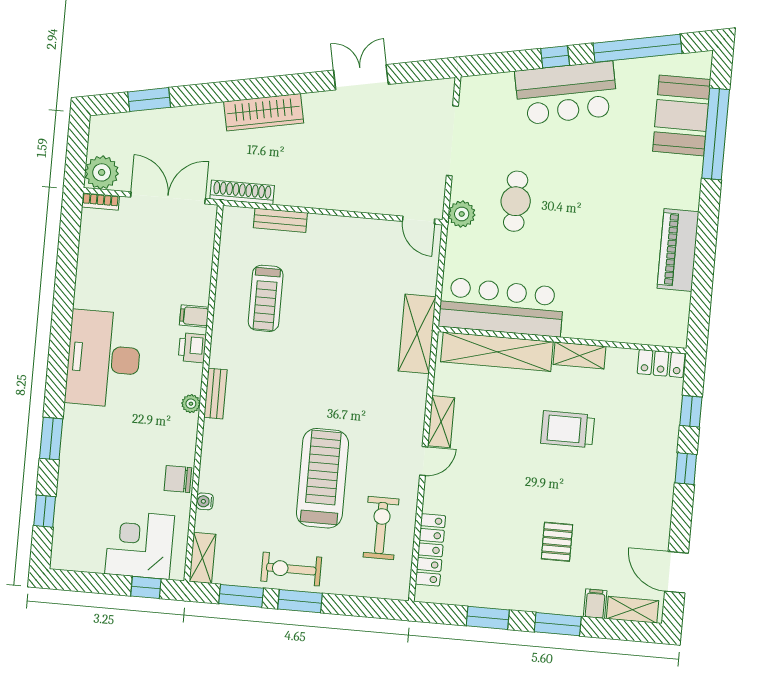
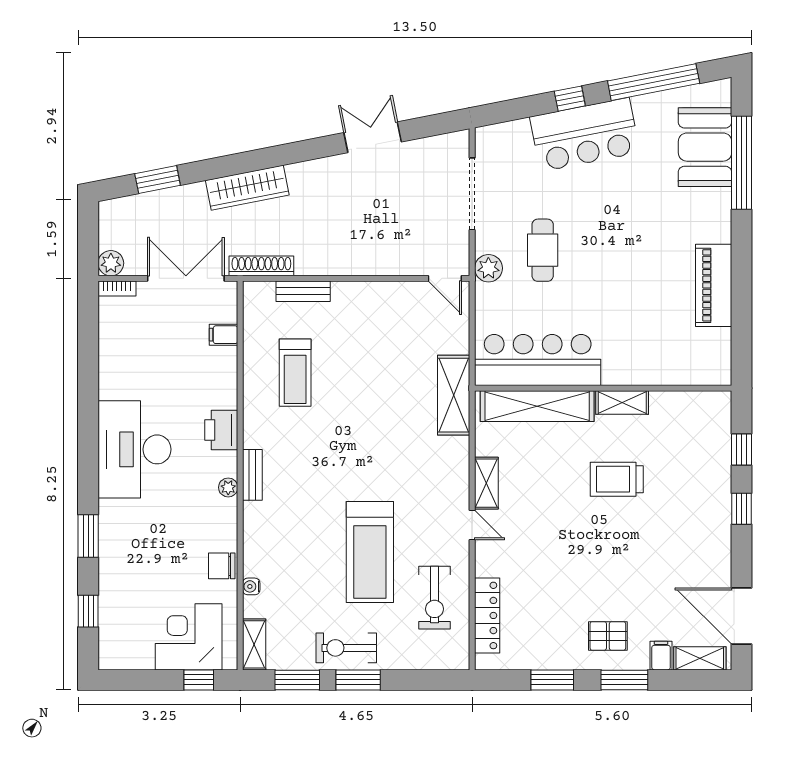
wardrobe: (264, 112) -> (247, 188), moved
plant: (102, 172) -> (111, 263), width x0.73, depth x0.73
filing cabinet: (194, 316) -> (224, 335), moved
printer: (192, 348) -> (221, 430), width x1.36, depth x1.24
locker: (661, 364) -> (707, 403), removed
door: (424, 461) -> (472, 525), hinge flipped
treadmill: (322, 478) -> (370, 552), turned 180
exercise bike: (381, 528) -> (434, 598), turned 180
pallet: (557, 542) -> (608, 636), moved, turned 90
door: (676, 572) -> (742, 616), width x1.36

